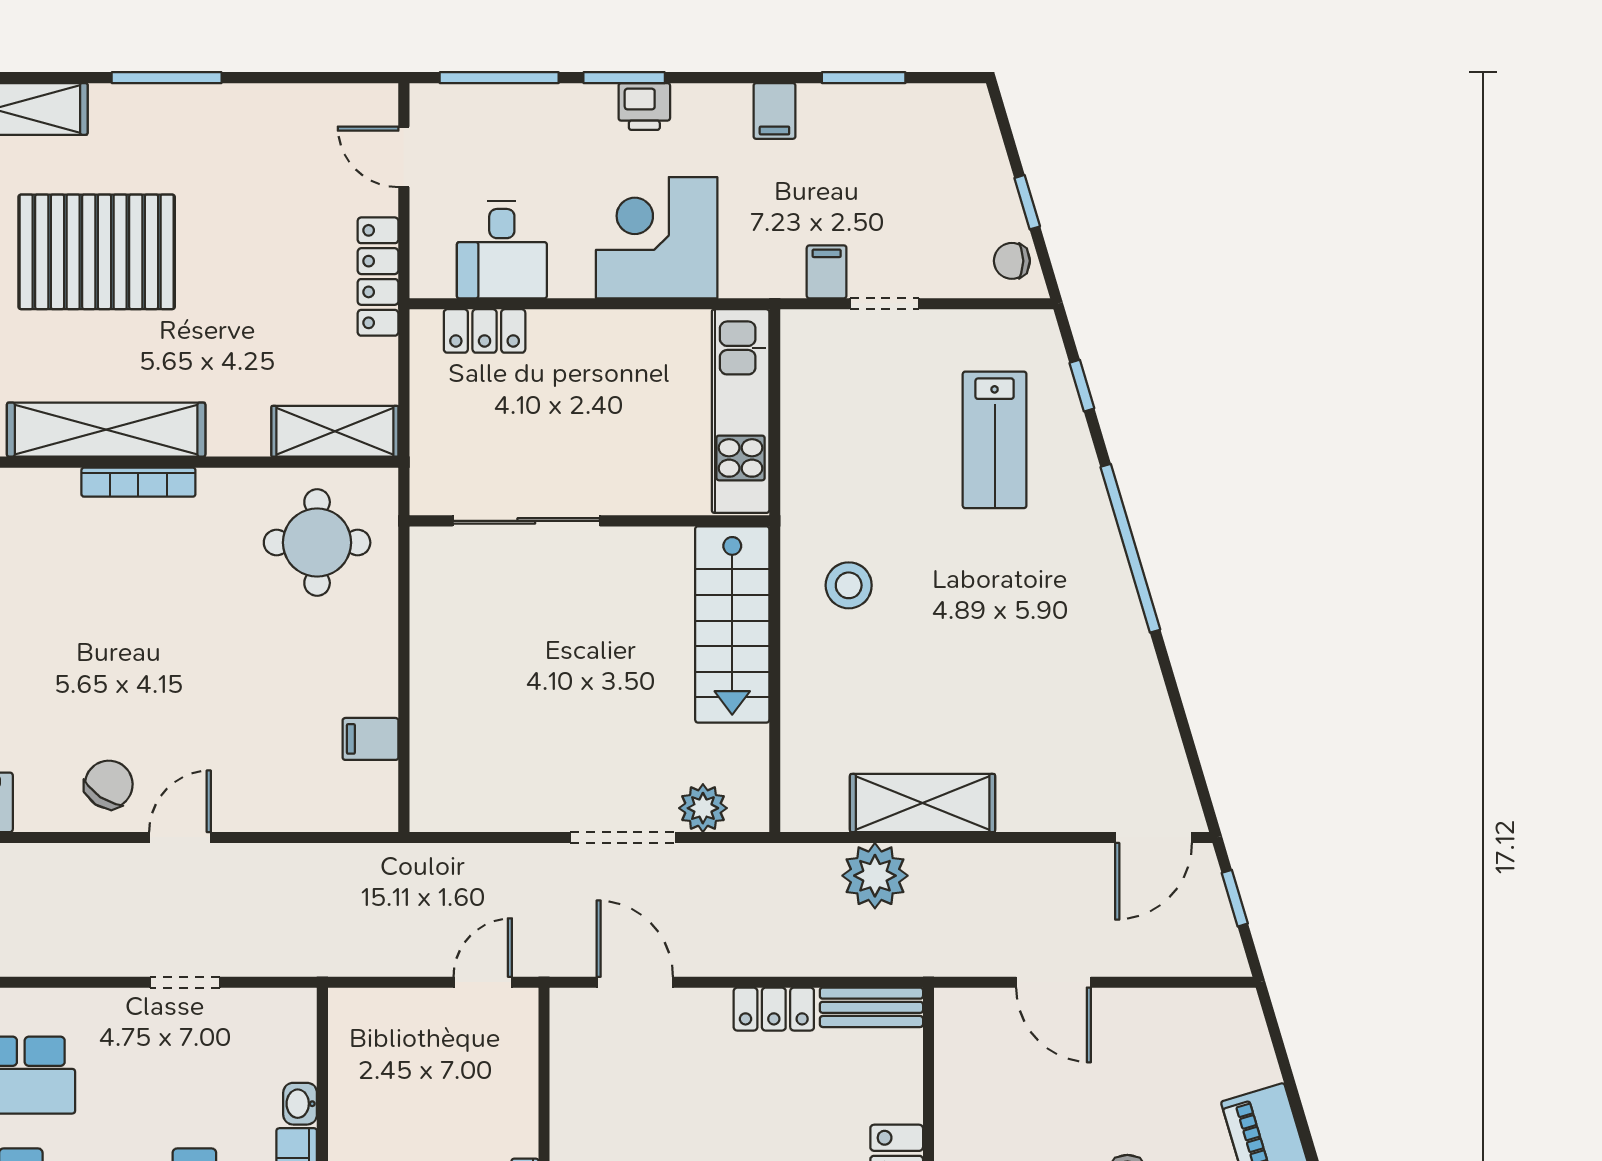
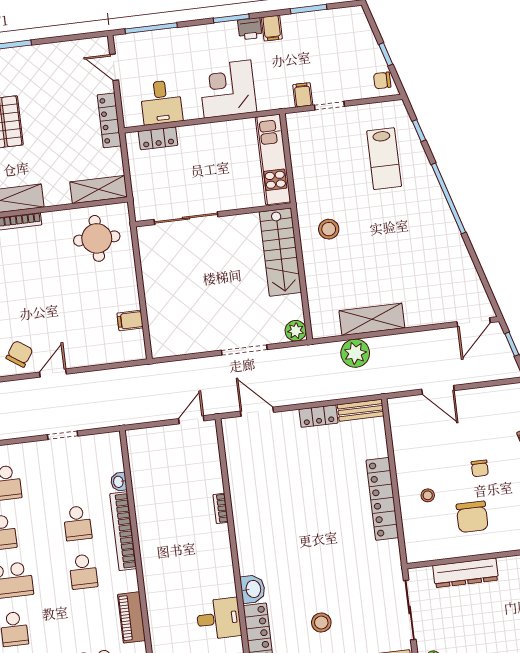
window: (624, 78) -> (231, 18), moved
printer: (644, 107) -> (250, 29), moved
plant: (703, 808) -> (296, 331), moved

